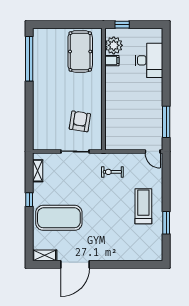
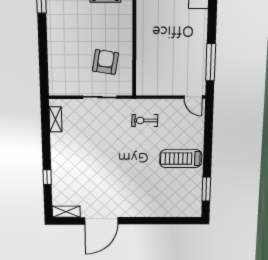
window: (29, 200) -> (47, 177), moved
treadmill: (143, 206) -> (181, 159), turned -90
exercise mat: (59, 218) -> (82, 171), removed
window: (166, 223) -> (206, 189), moved

